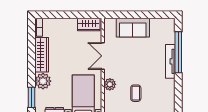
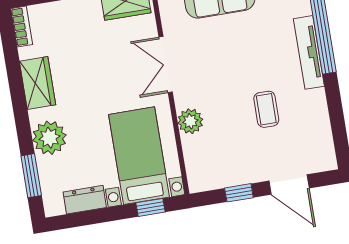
wardrobe: (42, 55) -> (37, 83), width x0.67
coffee table: (136, 93) -> (266, 109), moved

